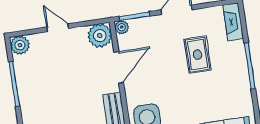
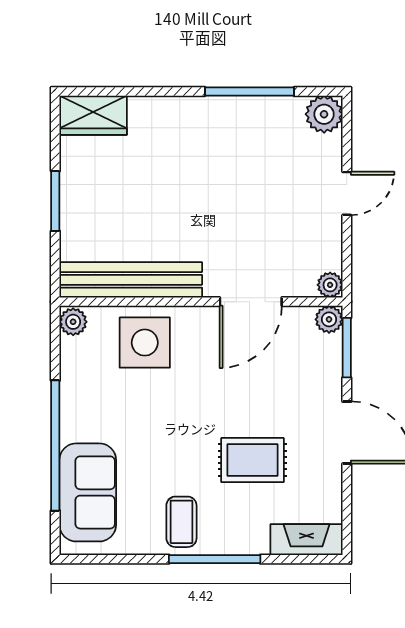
plant: (100, 36) -> (330, 285), width x0.53, depth x0.53
door: (119, 67) -> (251, 302), hinge flipped
coffee table: (234, 85) -> (181, 522), added

